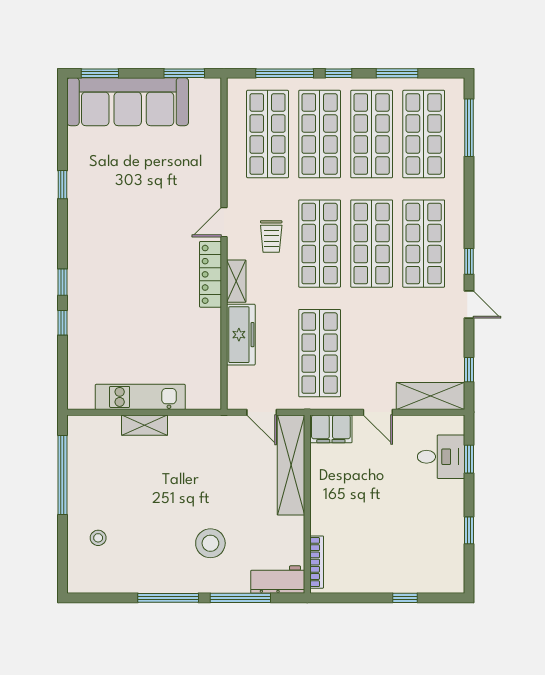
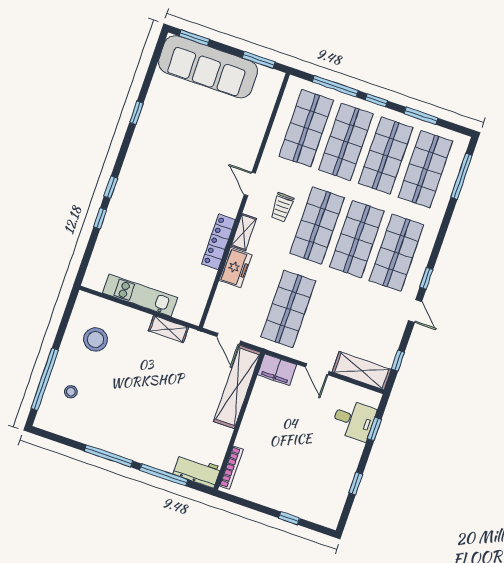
door: (224, 222) -> (250, 184), hinge flipped
locker: (211, 274) -> (218, 242), moved
freezer: (241, 335) -> (235, 268), width x0.71
shelving: (145, 425) -> (169, 329), moved
window: (62, 475) -> (45, 379), moved
stool: (210, 543) -> (96, 339), moved

